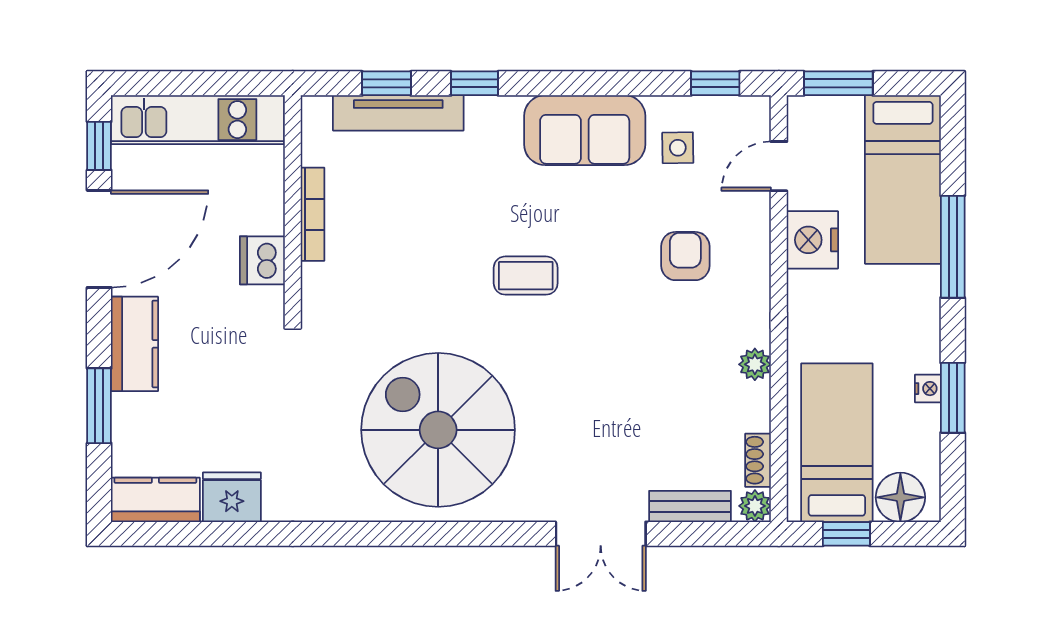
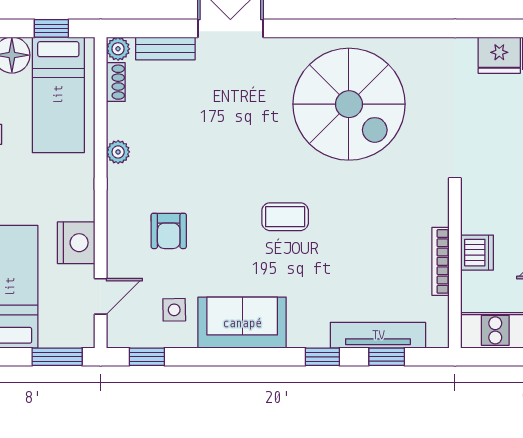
dishwasher: (262, 260) -> (477, 253), moved

